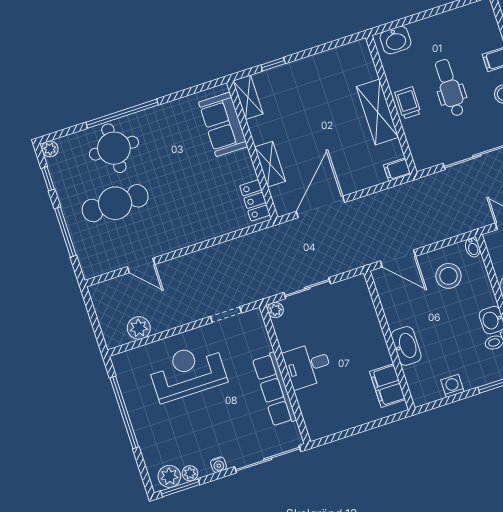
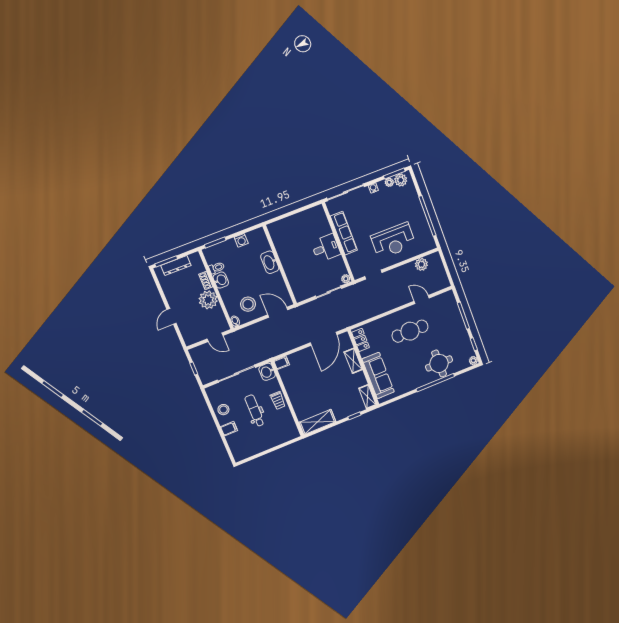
washbasin: (395, 40) -> (267, 372), moved, turned -90
dental chair: (450, 88) -> (255, 411), turned 180
shelving: (377, 112) -> (317, 422), moved, turned 90
sofa: (223, 124) -> (378, 375), width x1.36
cafe table: (115, 203) -> (410, 331), moved
filing cabinet: (387, 386) -> (279, 239), removed

